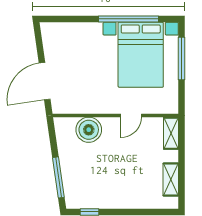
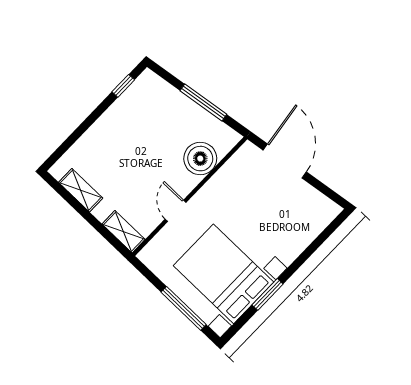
window: (128, 19) -> (268, 294), width x0.47
window: (58, 177) -> (203, 103), moved

